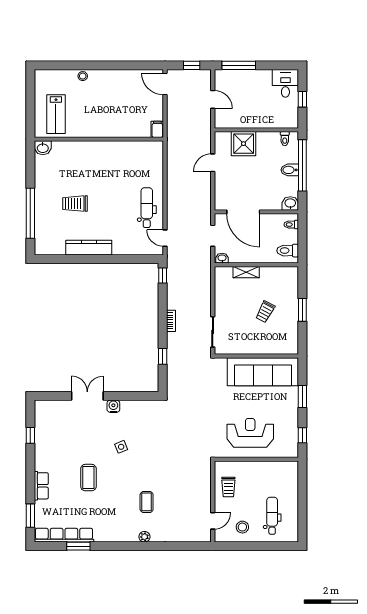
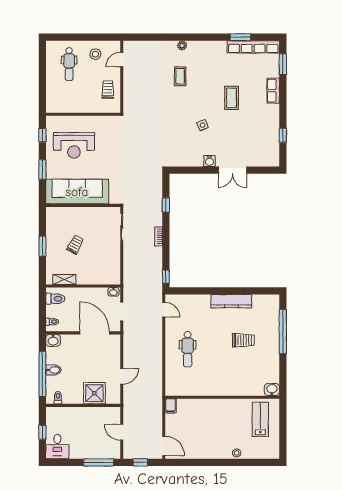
dental chair: (147, 208) -> (188, 349), moved
shelving: (246, 272) -> (64, 280), moved
reception desk: (250, 433) -> (74, 145), moved

